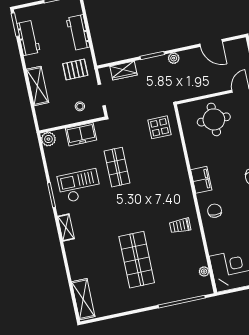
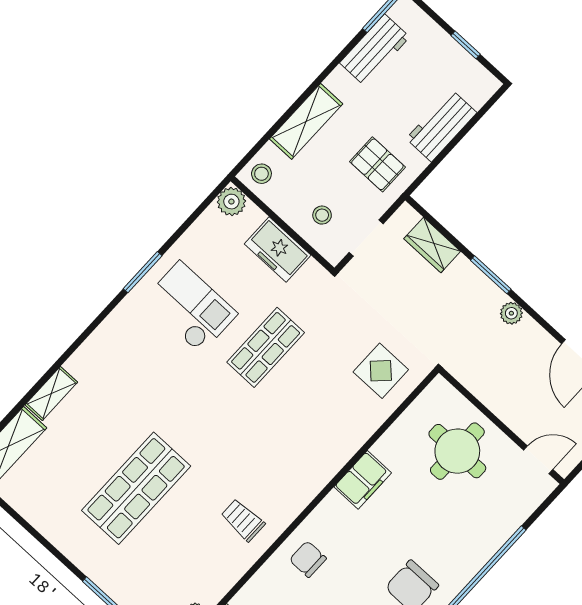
stool: (46, 119) -> (261, 174), added
filing cabinet: (201, 180) -> (363, 480), moved
chair: (215, 211) -> (308, 559), turned -93
shelving: (66, 227) -> (51, 393), moved

